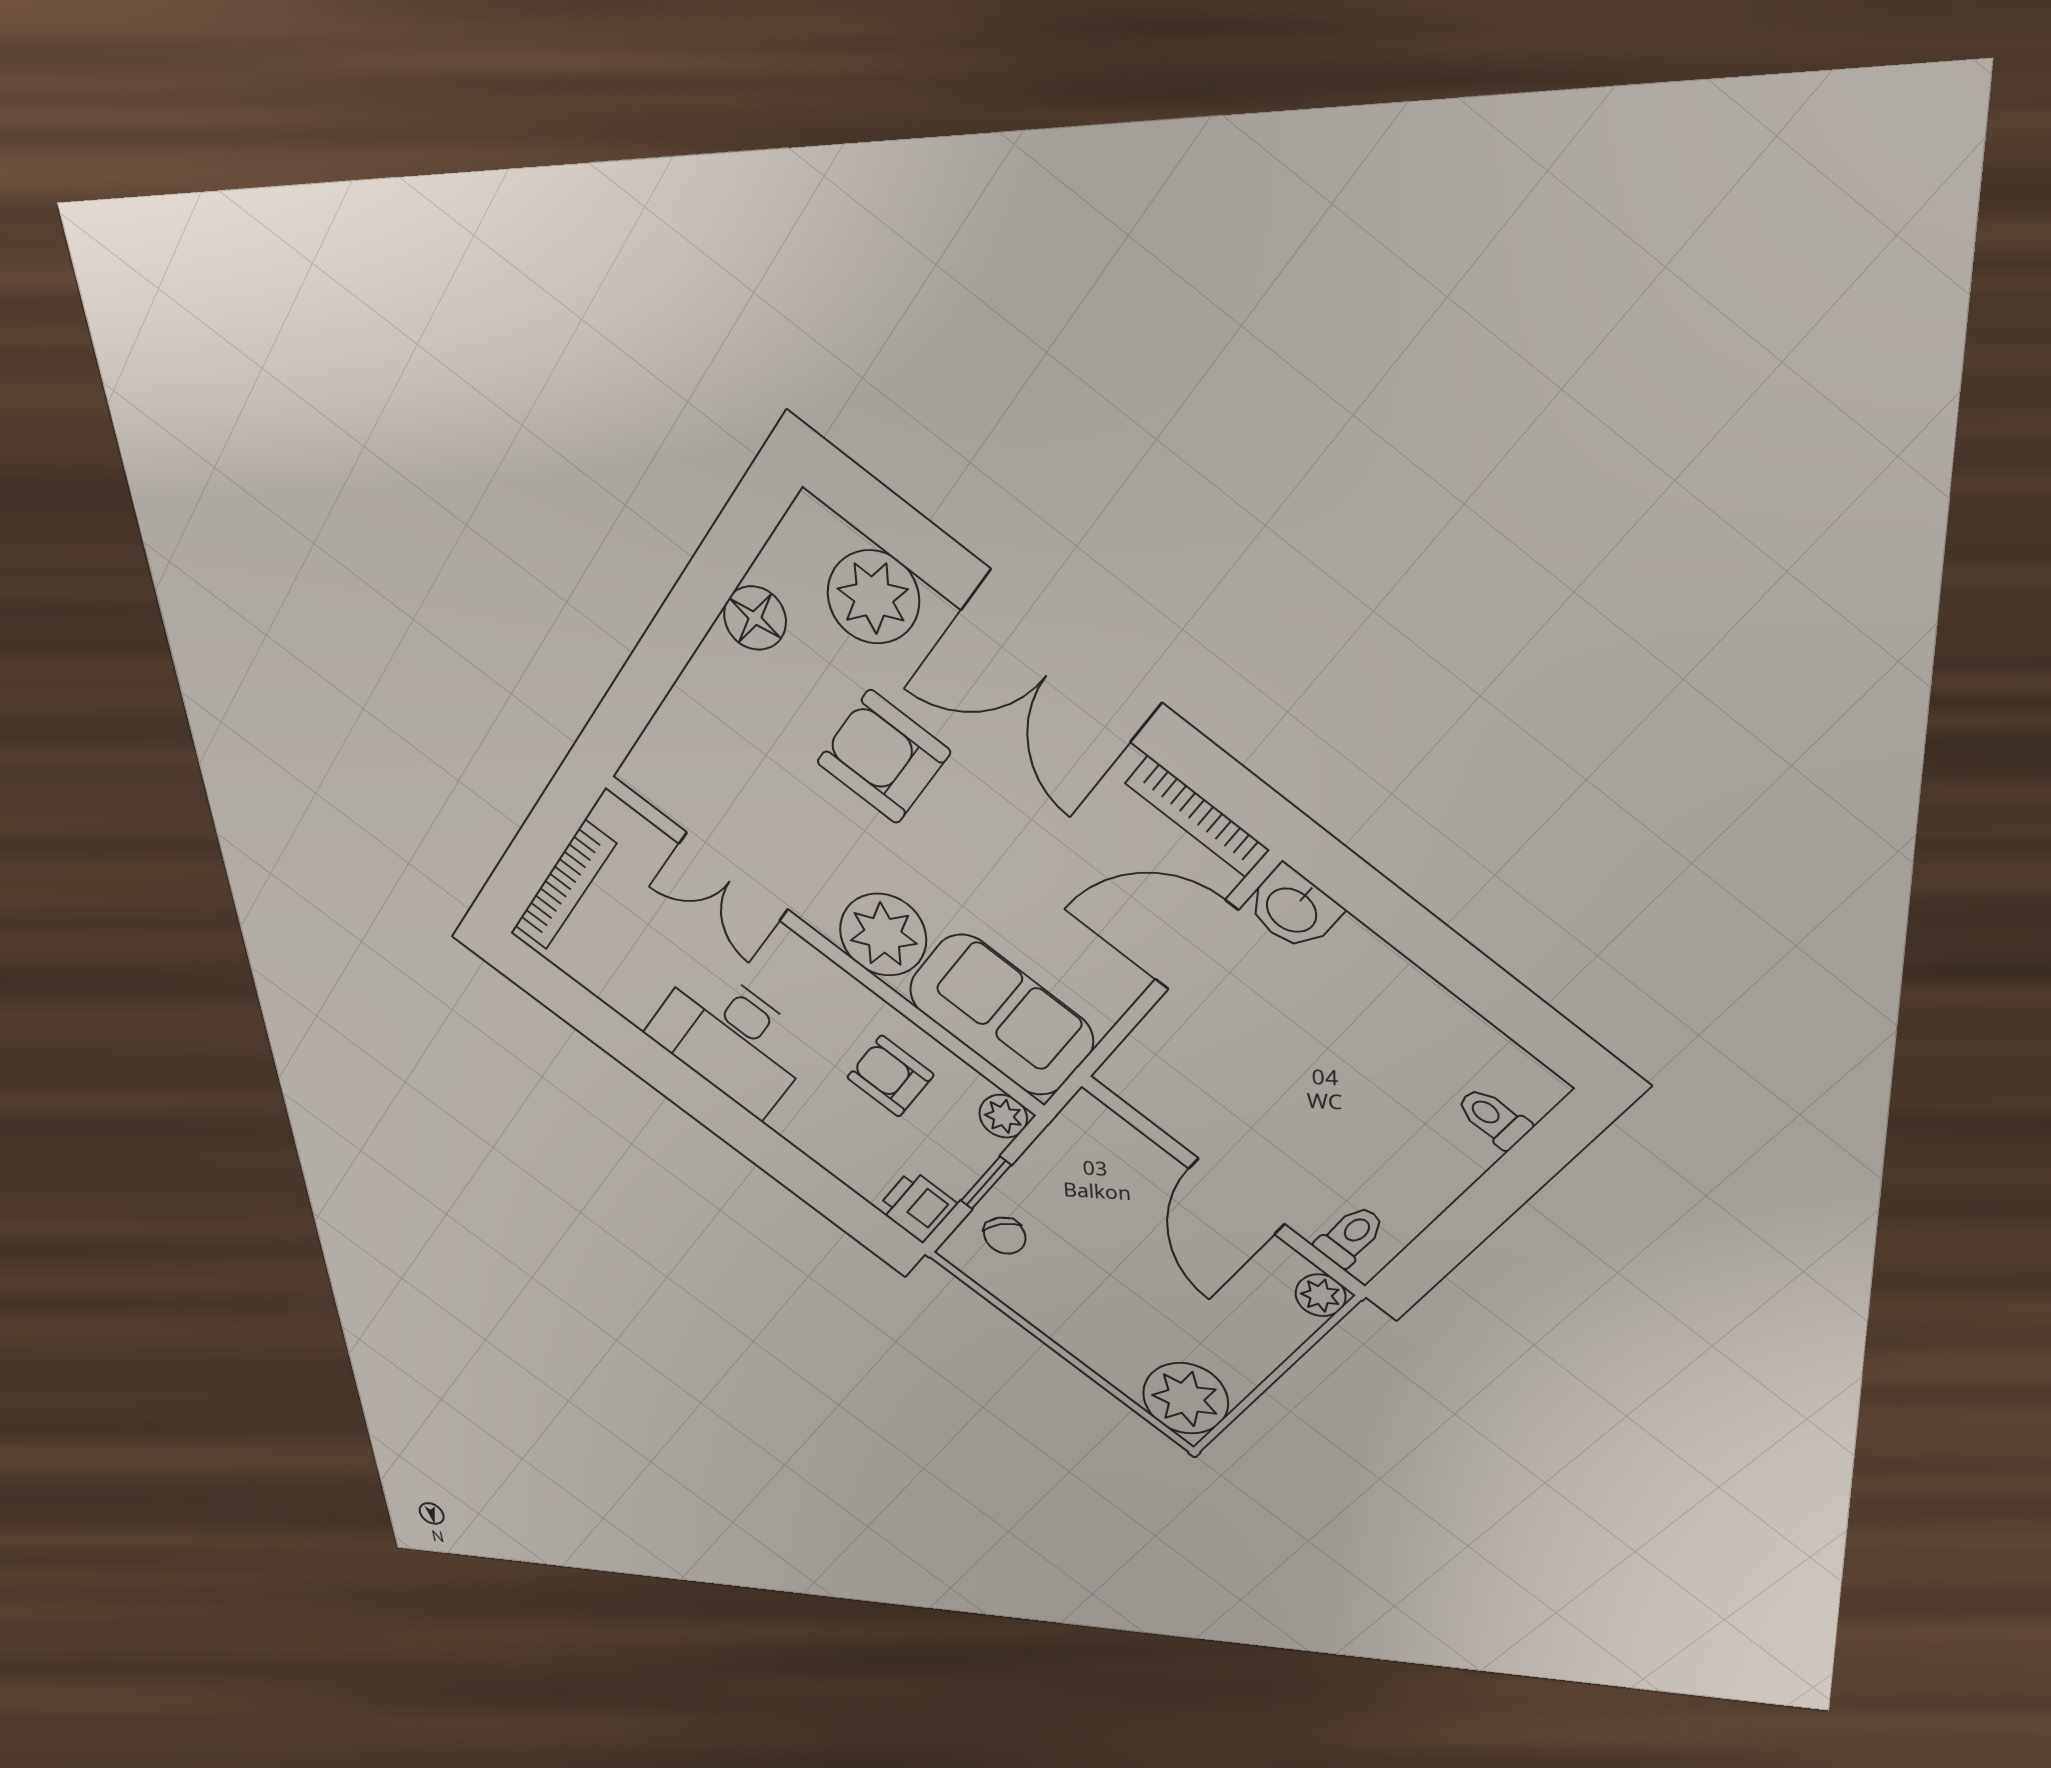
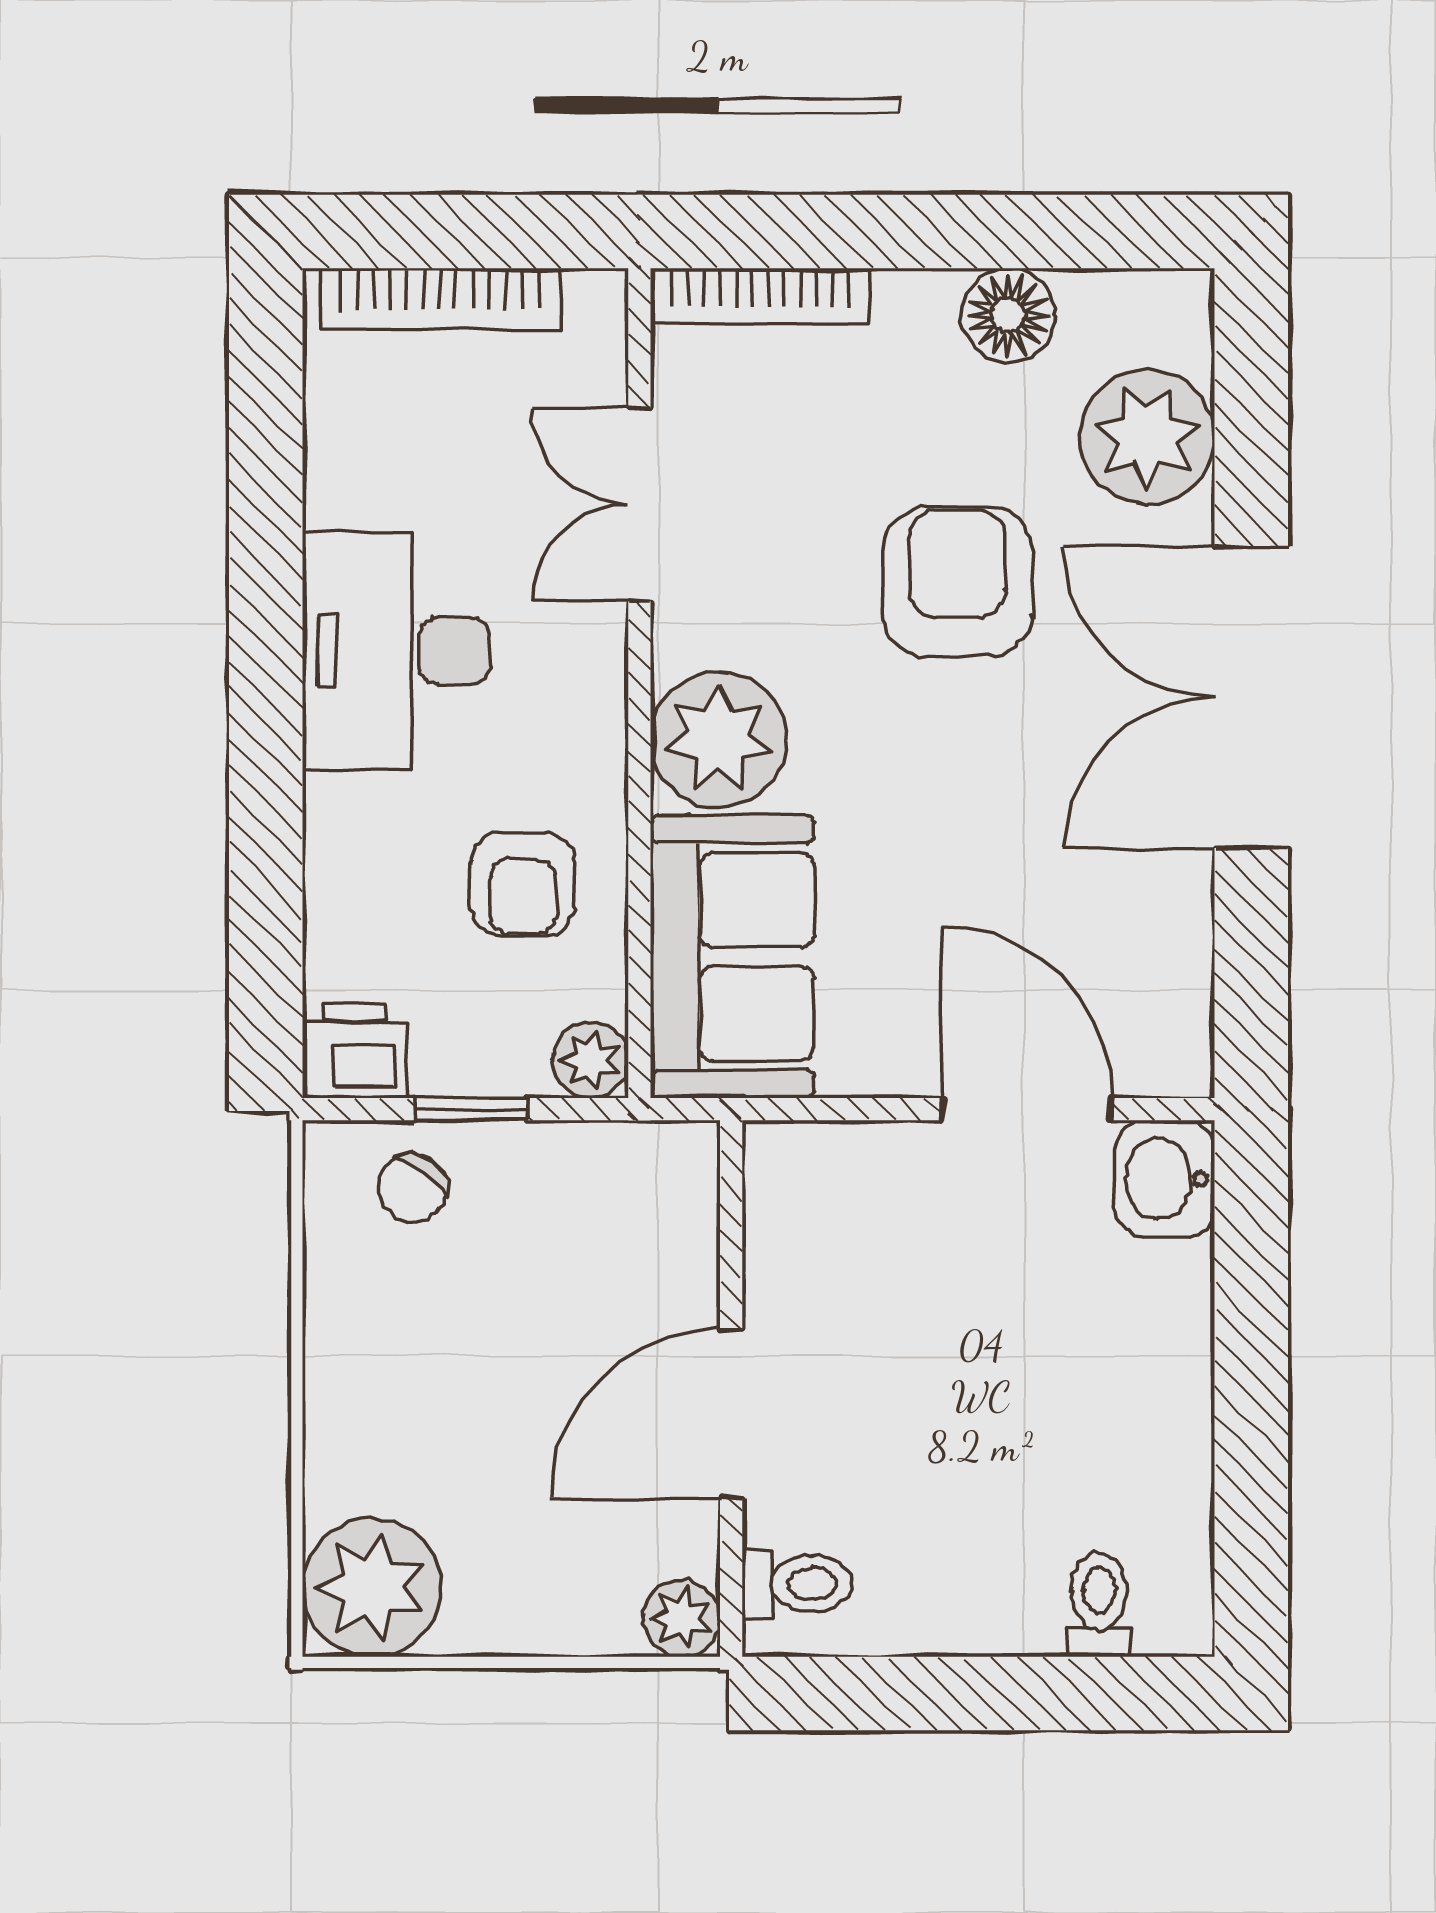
bookcase: (1197, 817) -> (760, 296), moved, turned -90
armchair: (890, 1076) -> (523, 884), turned 180

